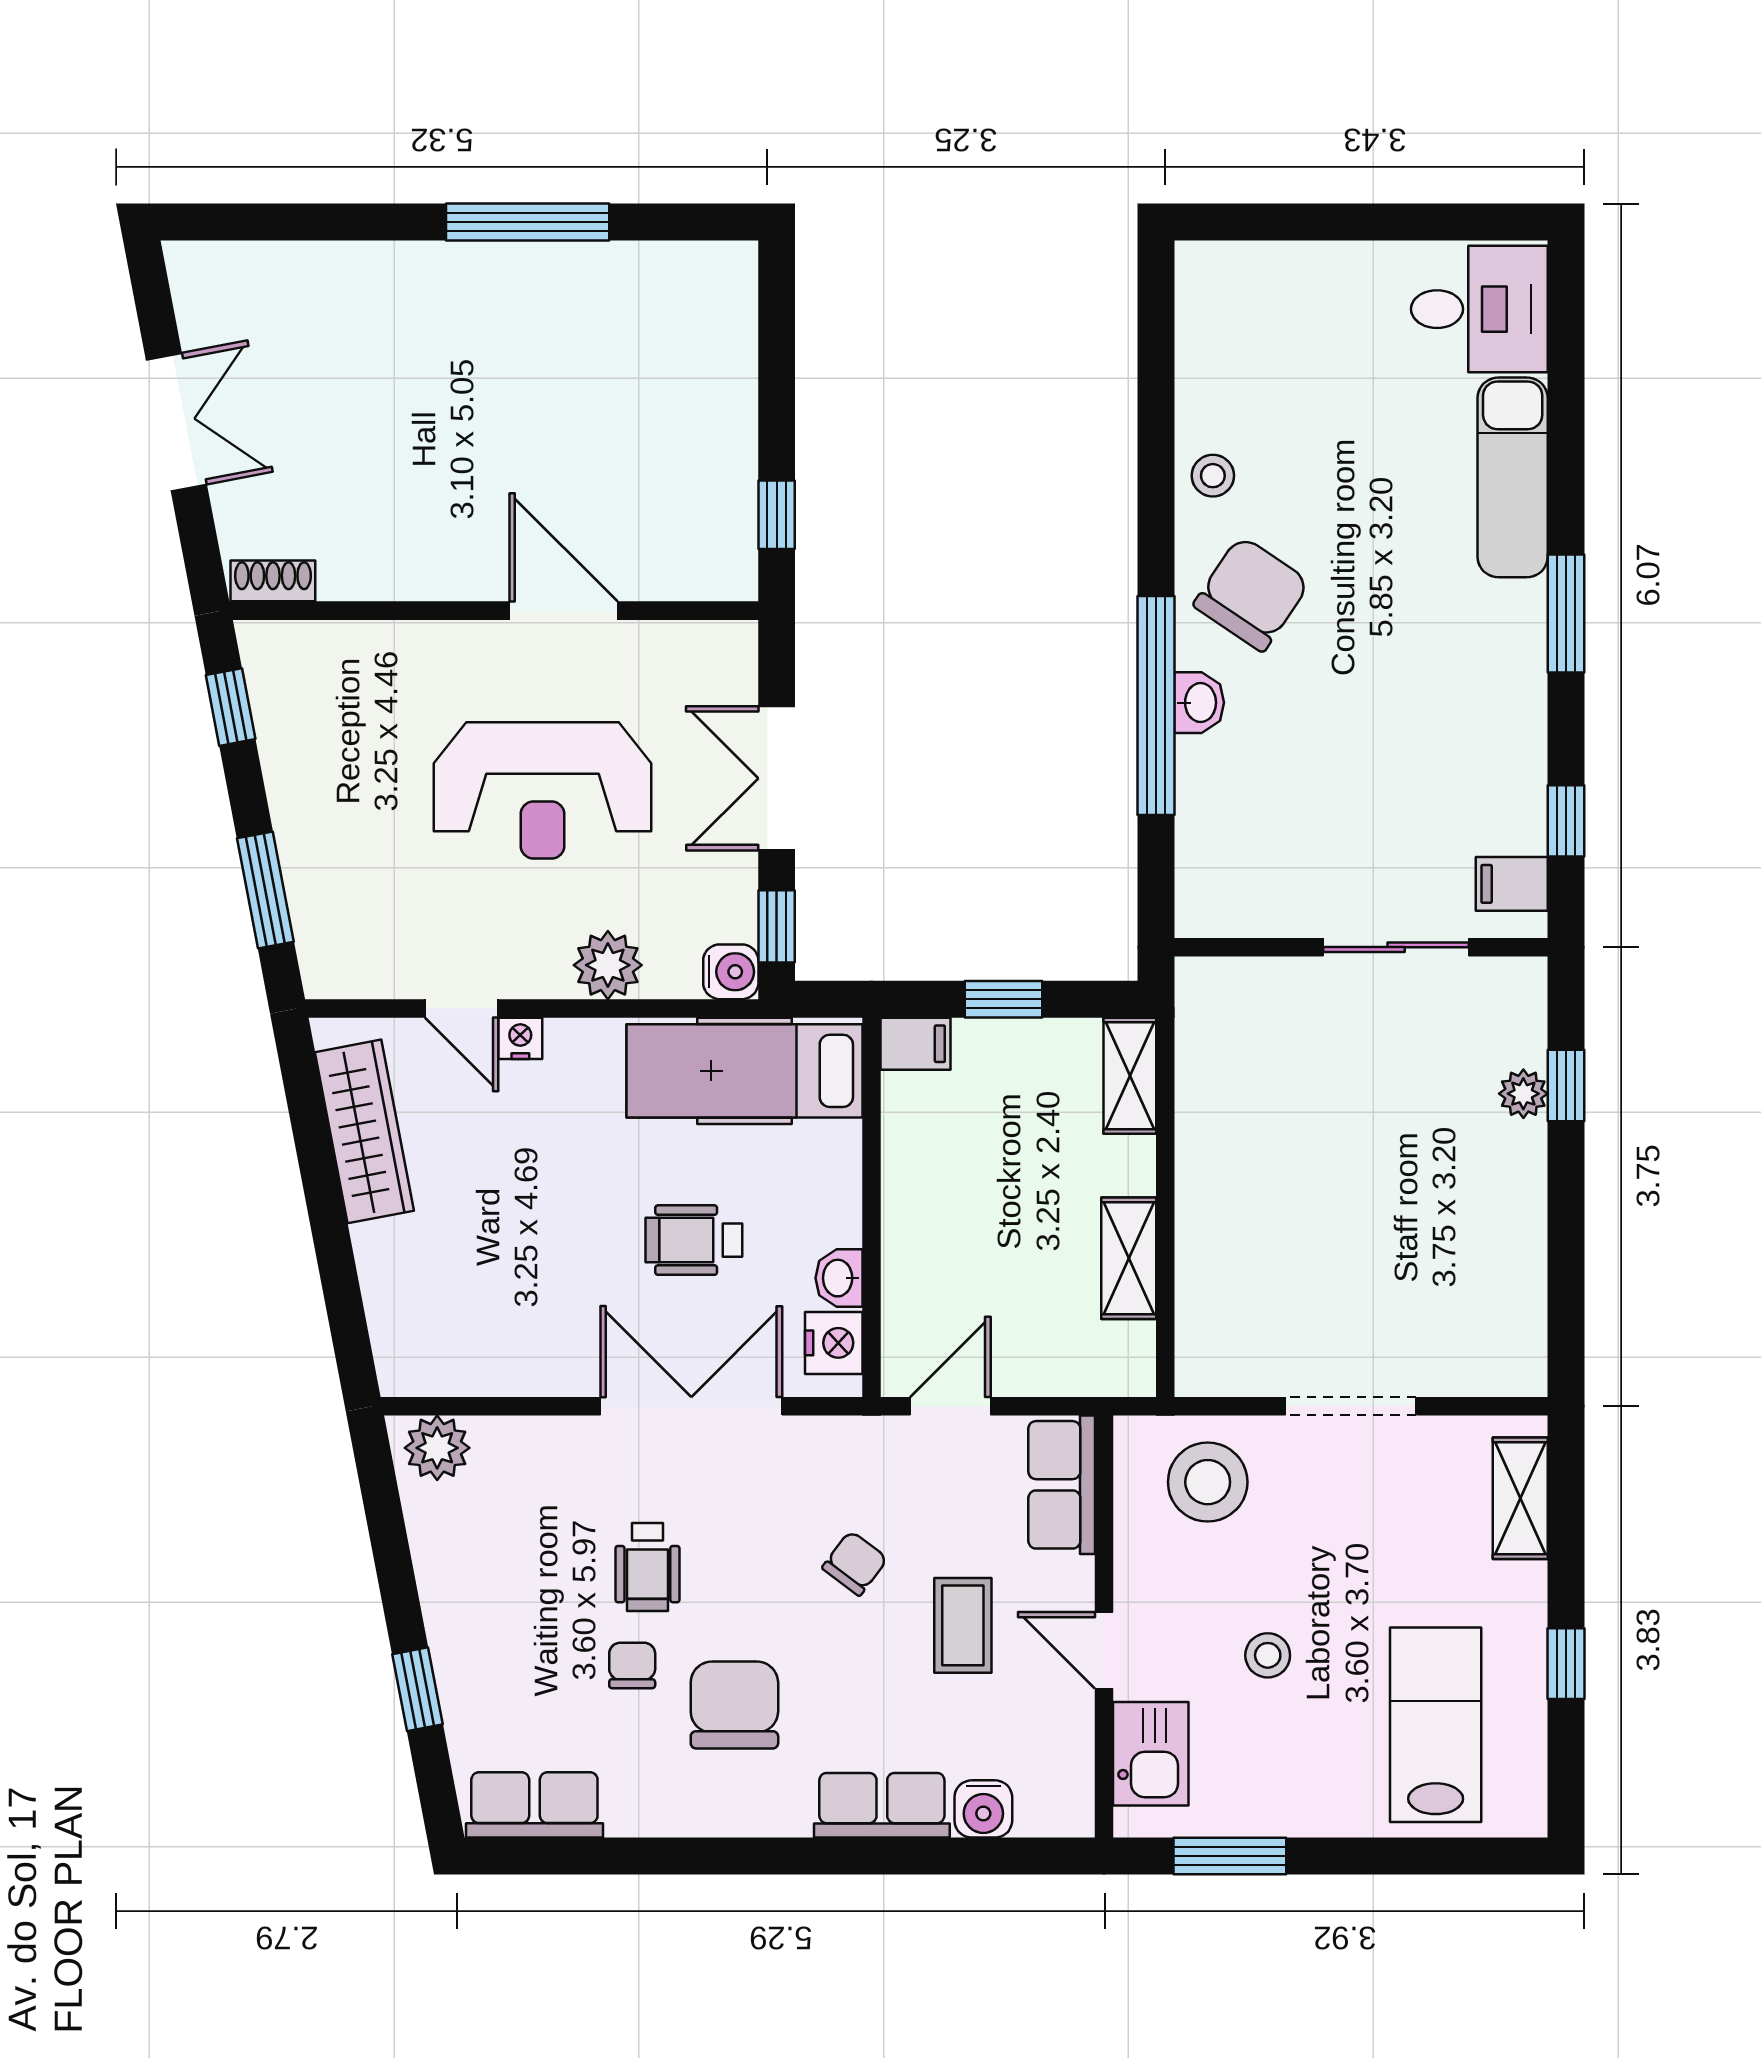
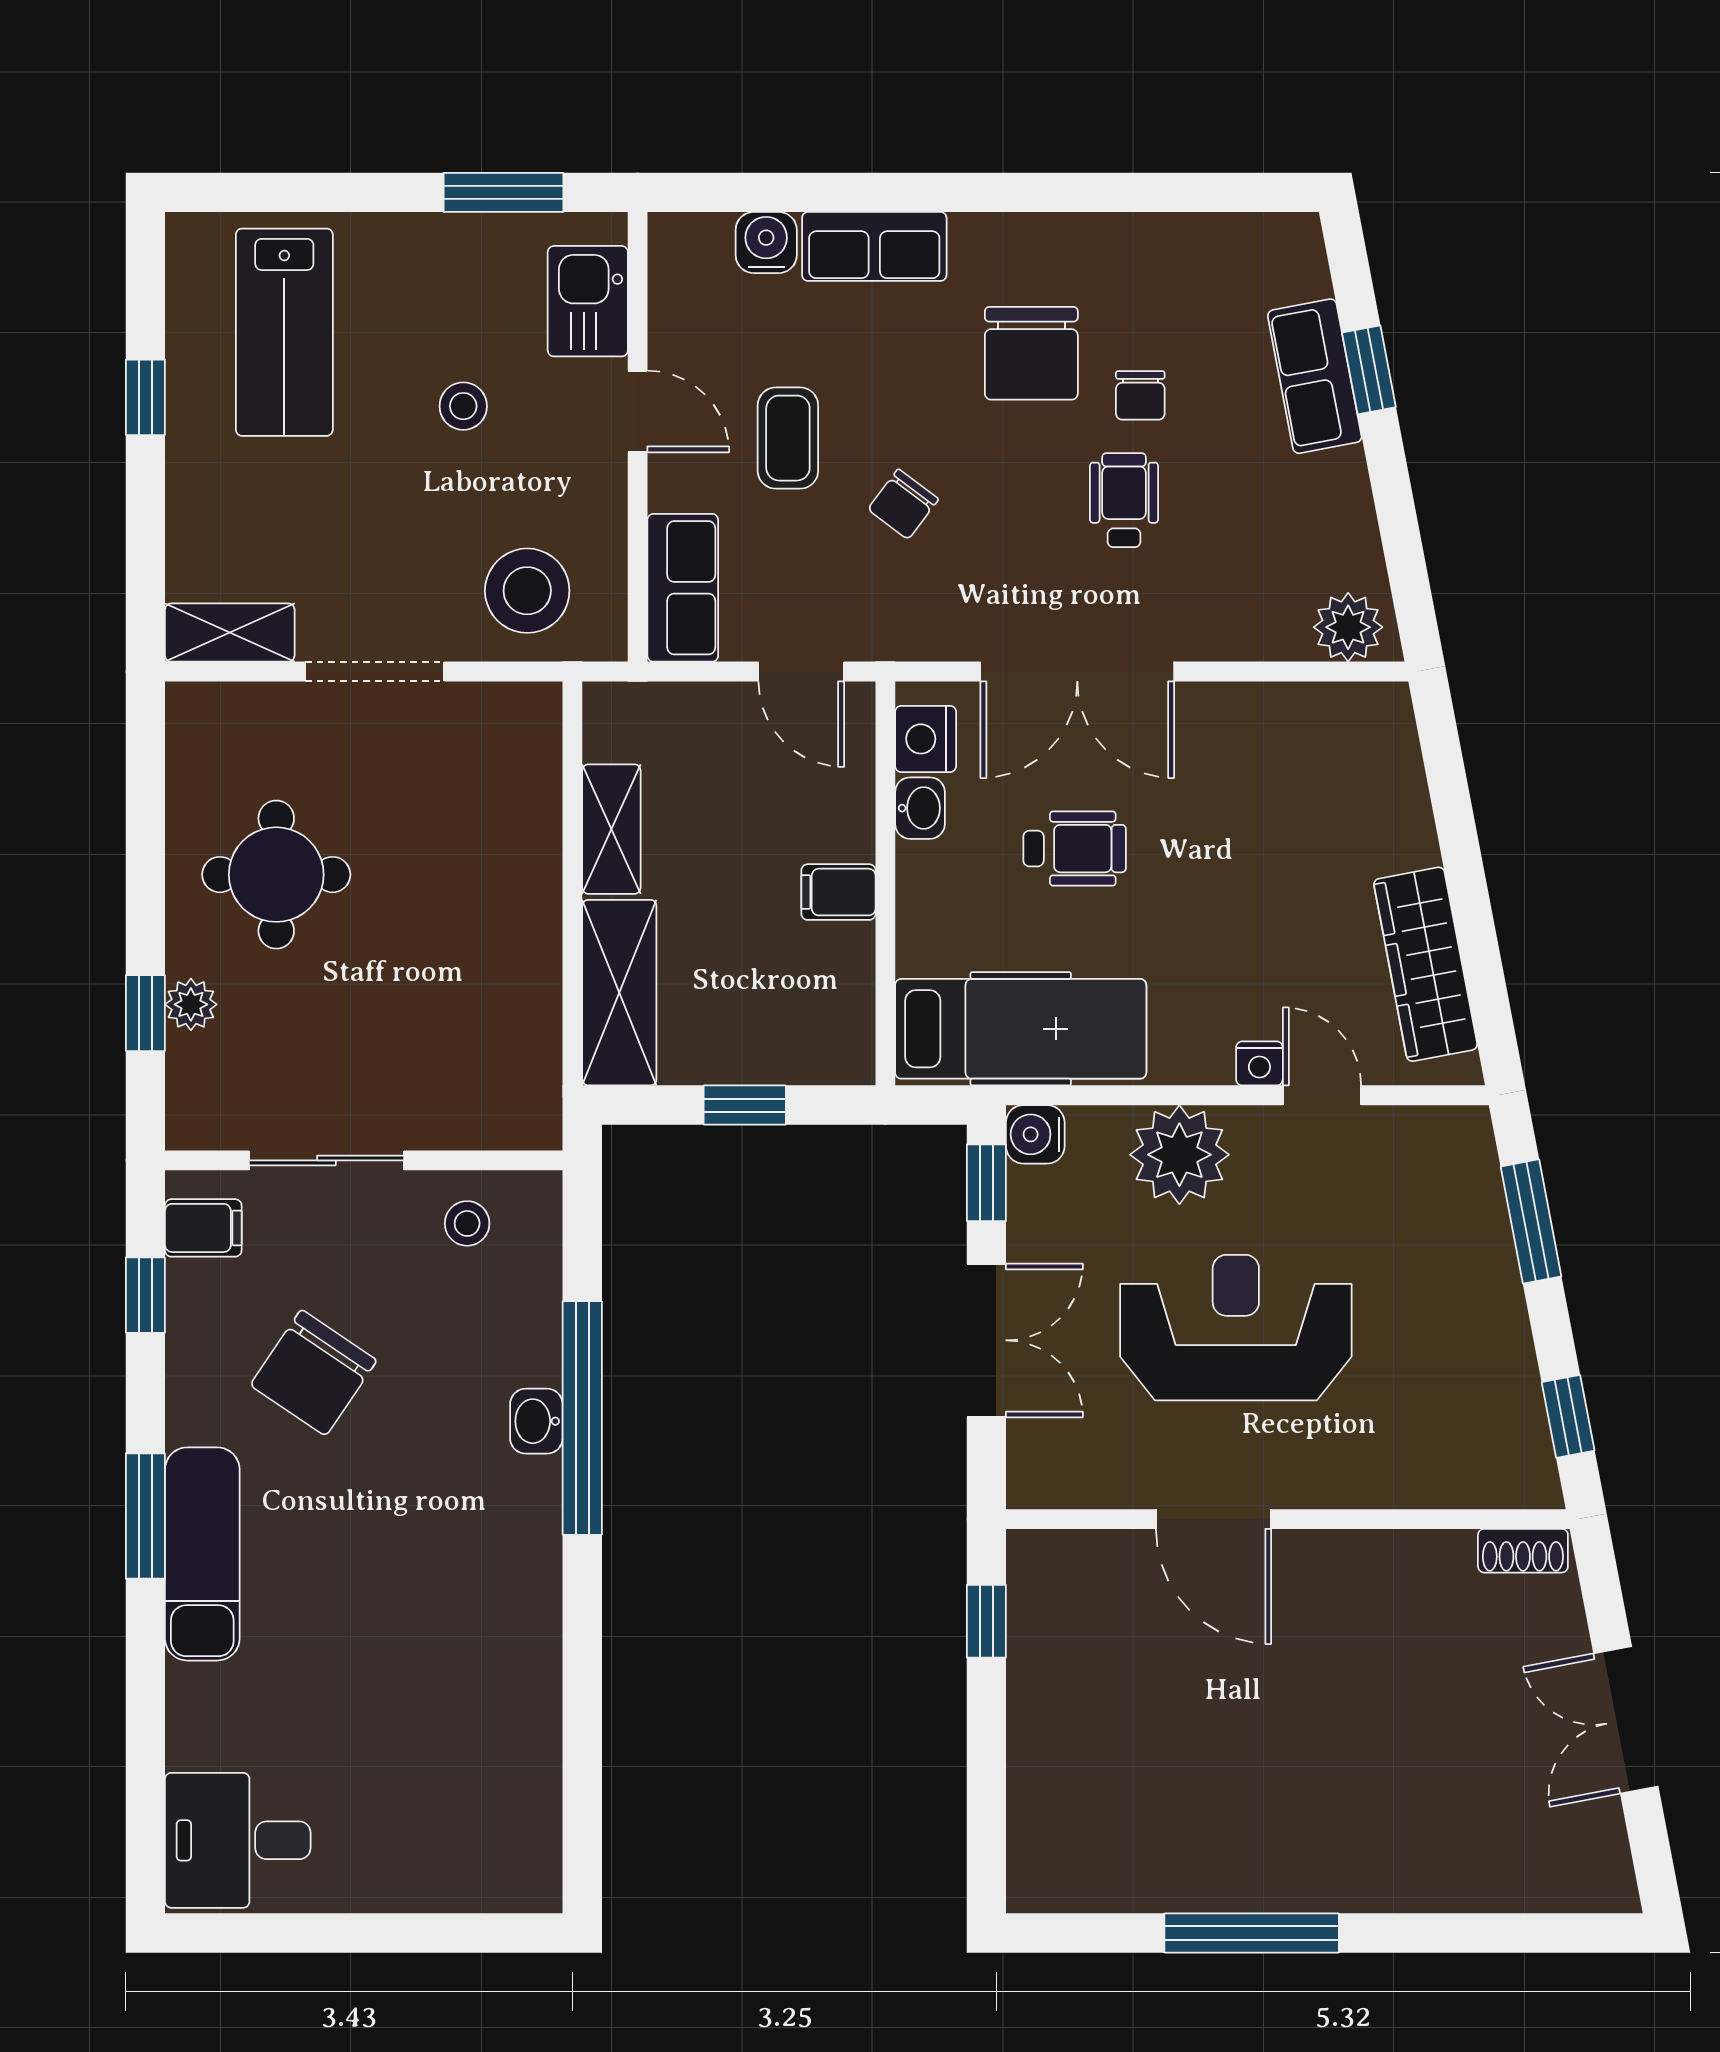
stool: (1213, 476) -> (467, 1223), moved
exam couch: (1513, 477) -> (202, 1554), moved
chair: (1252, 594) -> (313, 1373), moved
plant: (608, 965) -> (1179, 1155), width x1.36, depth x1.36
filing cabinet: (915, 1044) -> (838, 892), moved
shelving: (1130, 1076) -> (619, 993), width x1.50, depth x1.33
round table: (1443, 1216) -> (276, 875), added
door: (950, 1406) -> (801, 672), hinge flipped
shelving: (1520, 1498) -> (230, 633), moved, turned 90
row of seats: (534, 1805) -> (1315, 376), moved, turned 79

